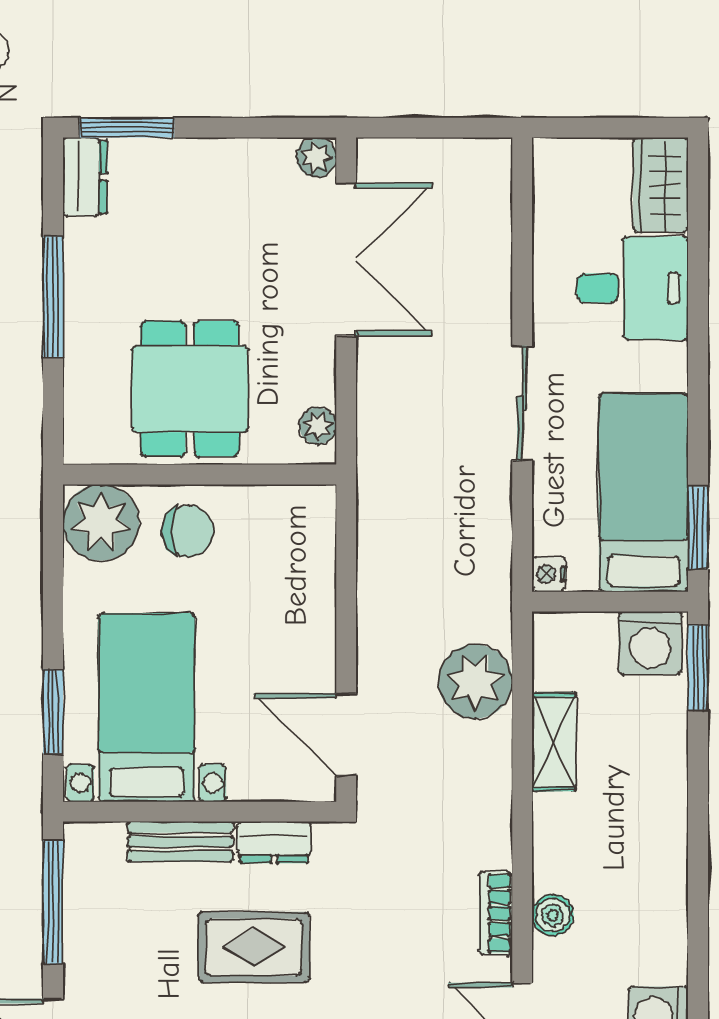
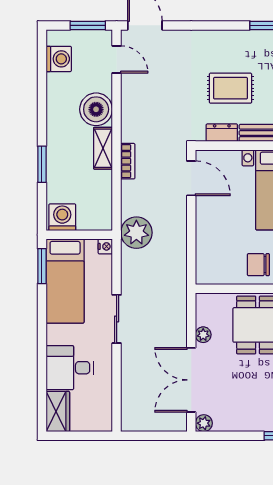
plant: (318, 426) -> (203, 335), moved
window: (698, 668) -> (42, 164), moved
plant: (475, 682) -> (136, 233), moved
shelving: (554, 742) -> (103, 148), moved
bookcase: (496, 913) -> (128, 161), moved
boiler: (553, 915) -> (96, 109), width x1.86, depth x1.86

